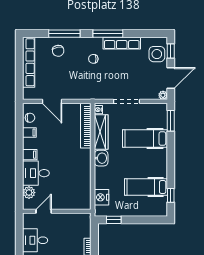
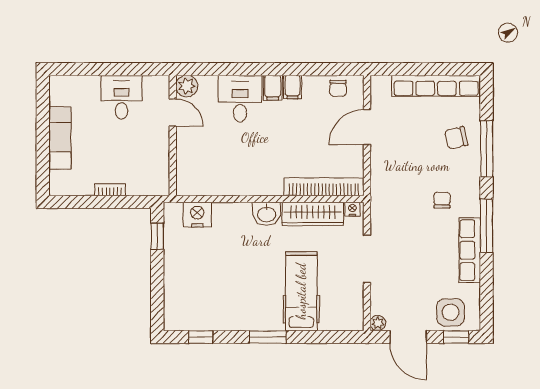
window: (171, 121) -> (268, 337), moved
filing cabinet: (29, 132) -> (293, 87), moved
hospital bed: (146, 187) -> (216, 293), removed
plant: (29, 193) -> (187, 86), moved

